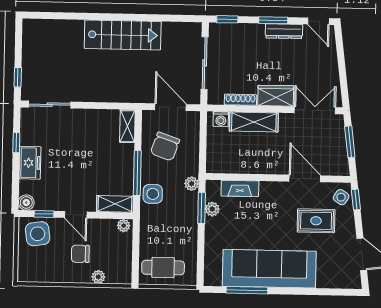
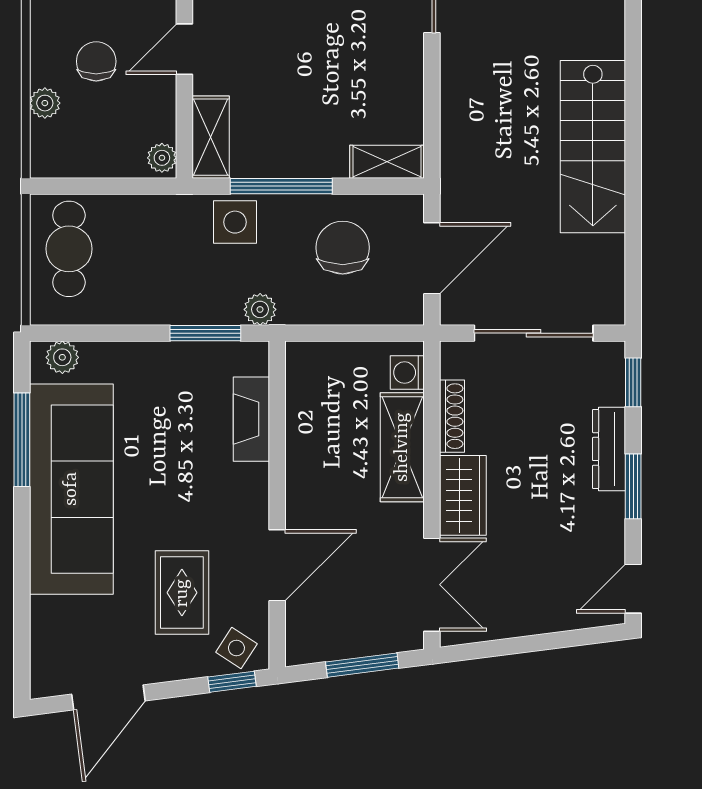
dresser: (284, 31) -> (609, 449), moved
chair: (165, 147) -> (343, 248), turned 71
plant: (212, 209) -> (62, 357), moved

